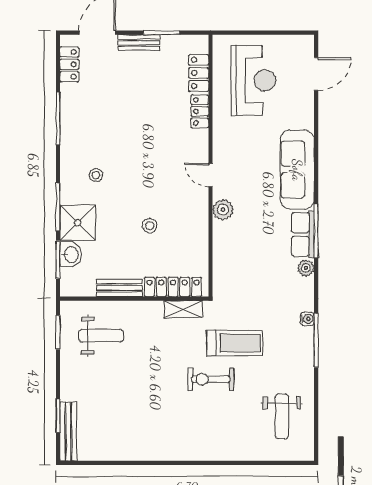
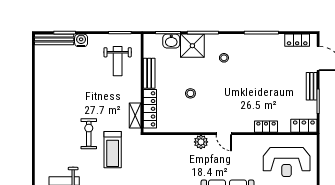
locker: (199, 73) -> (304, 126), moved
door: (211, 175) -> (224, 134), swing flipped
water cooler: (70, 391) -> (81, 40), added

